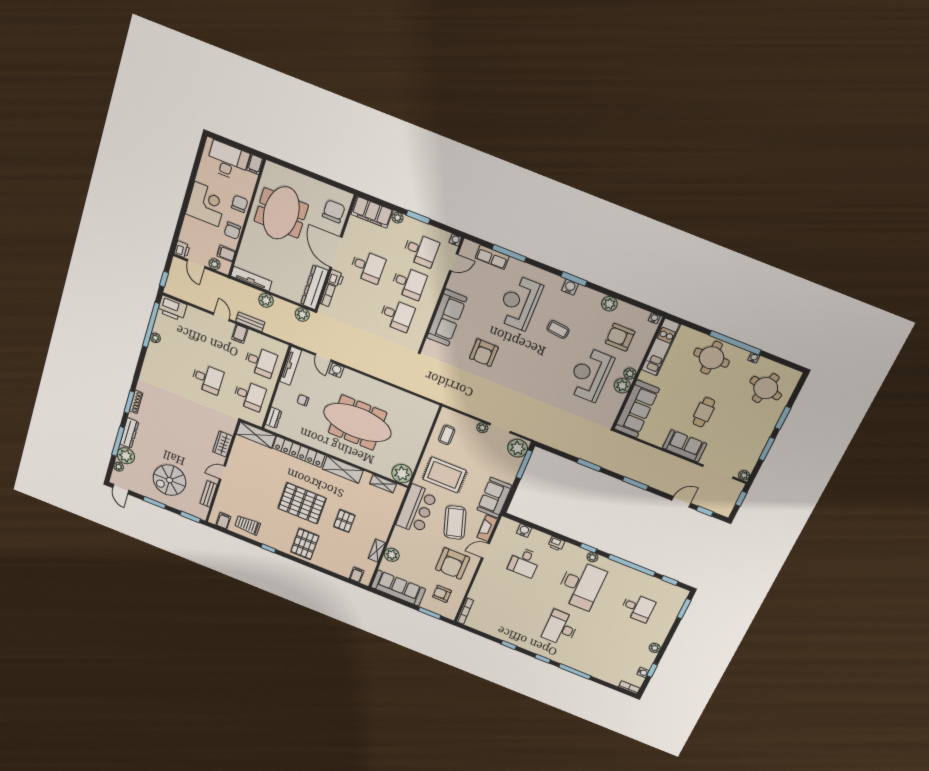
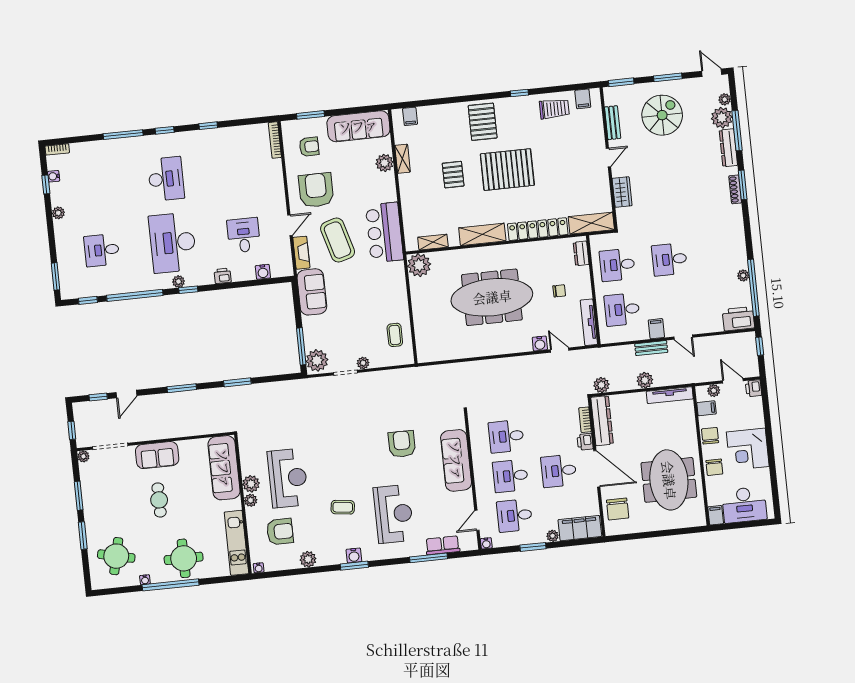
rug: (445, 475) -> (375, 289), removed

